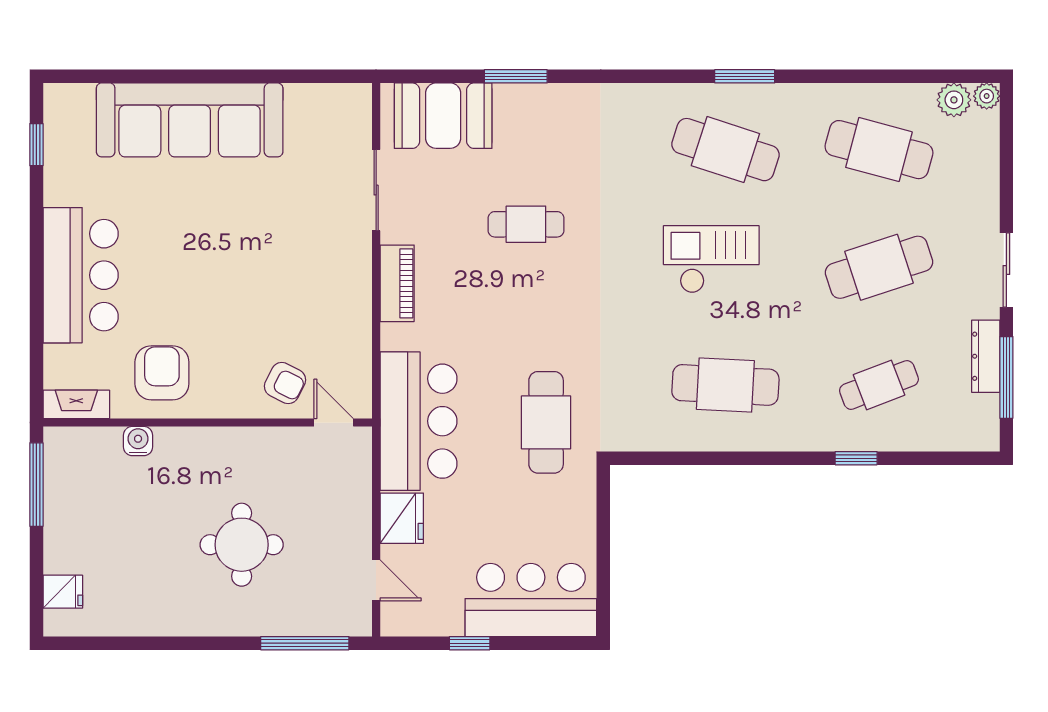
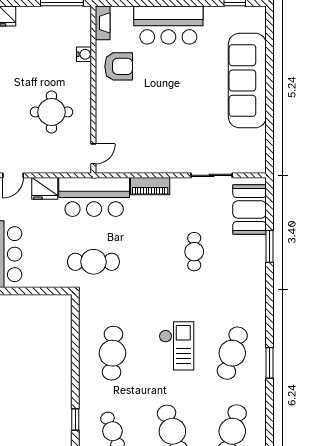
piano: (397, 283) -> (150, 186), moved
armchair: (285, 383) -> (113, 129), removed
round table: (242, 545) -> (51, 112), moved

